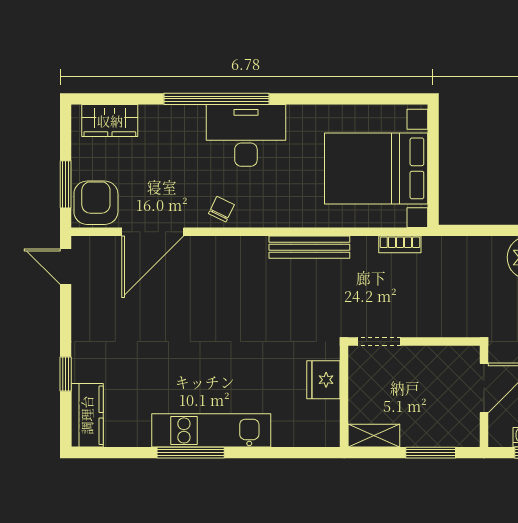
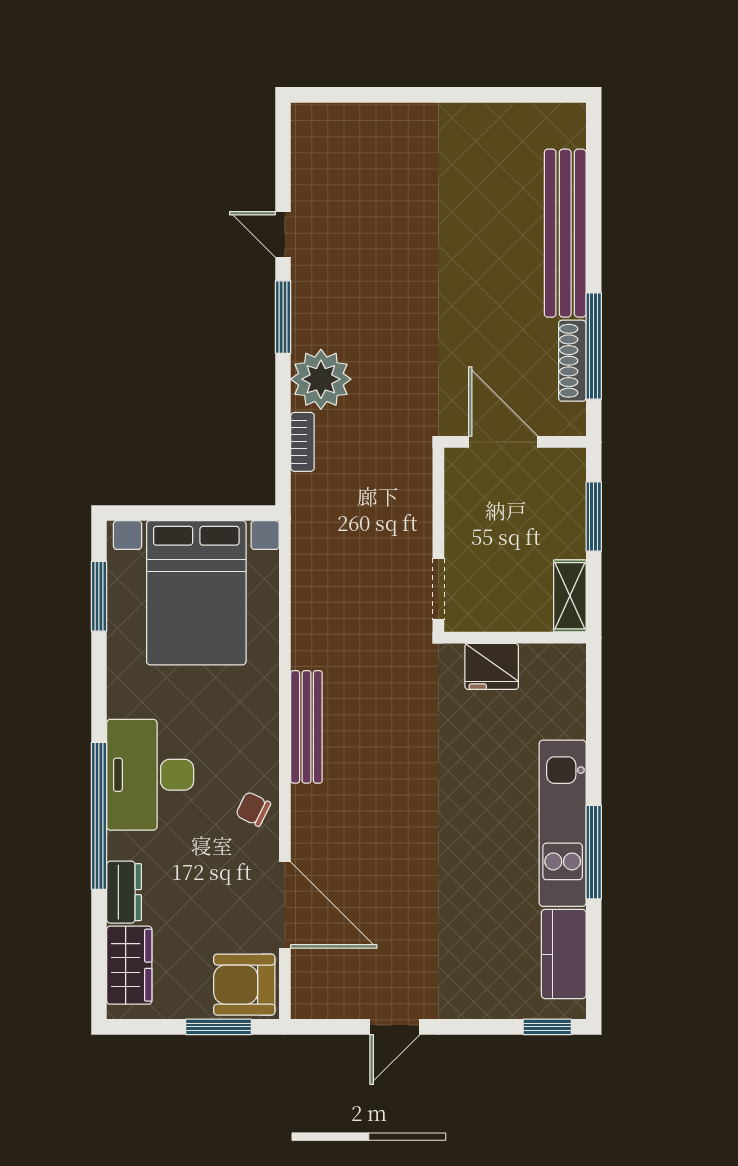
window: (374, 99) -> (99, 596), added
dresser: (162, 117) -> (124, 892), added
bookcase: (400, 244) -> (302, 442), moved
bench: (309, 247) -> (306, 727), moved
door: (66, 267) -> (395, 1027), moved
window: (66, 374) -> (547, 1027), moved
kitchen counter: (87, 415) -> (564, 954), moved, turned -90

